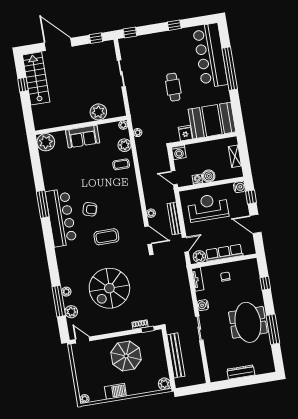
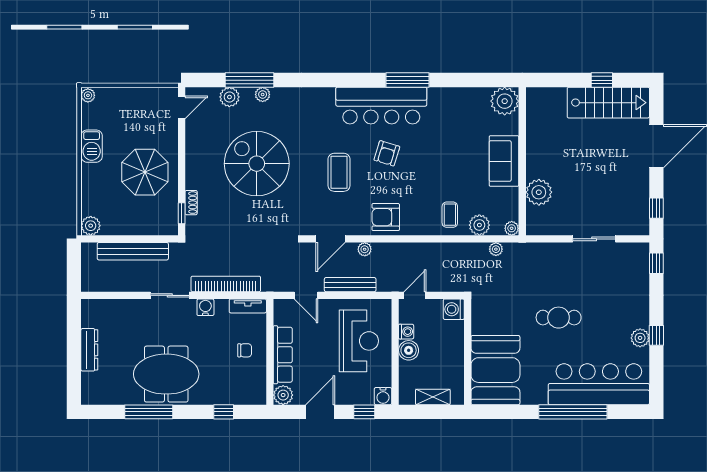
plant: (177, 35) -> (640, 338), added
fridge: (185, 133) -> (482, 324), removed
armchair: (129, 204) -> (386, 217), added
plant: (199, 257) -> (283, 395), moved
bookcase: (186, 295) -> (226, 284), added

